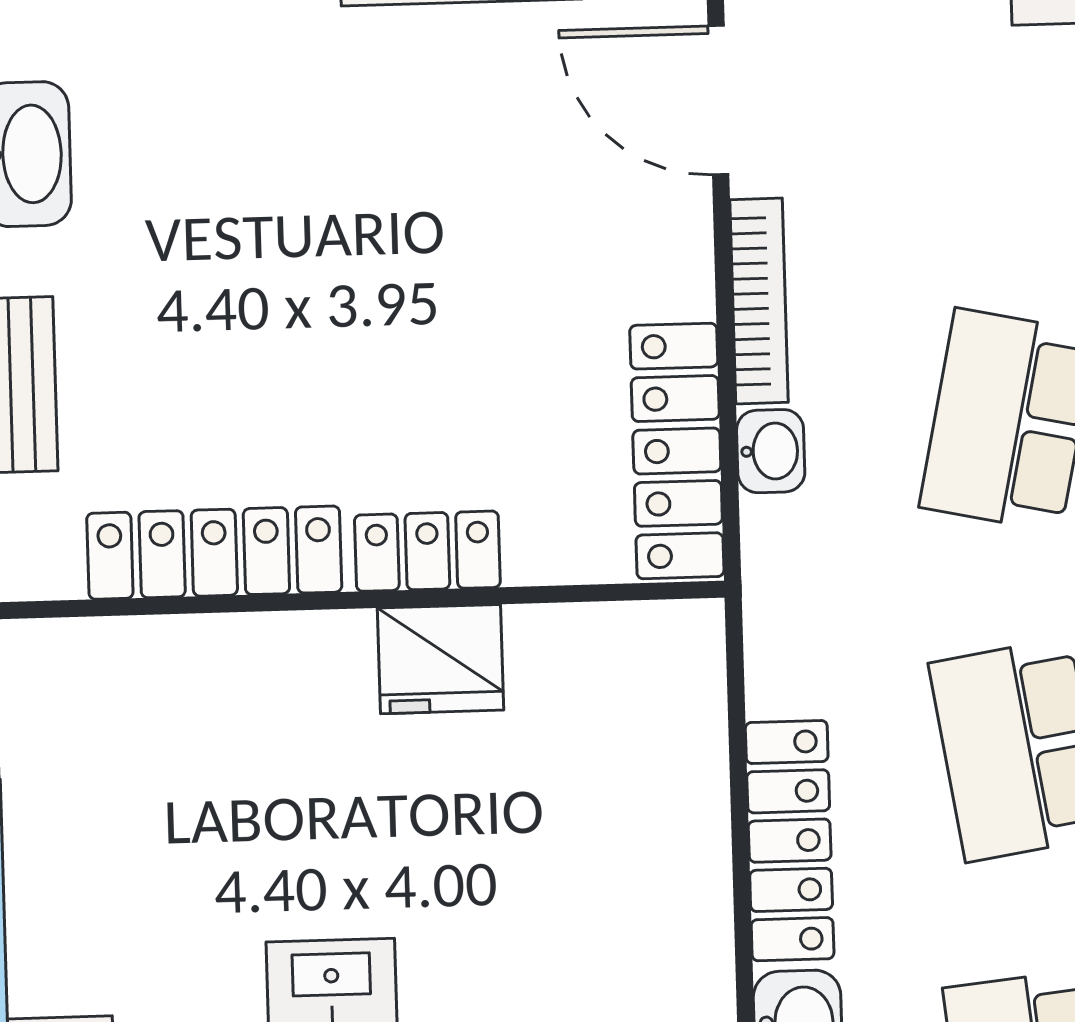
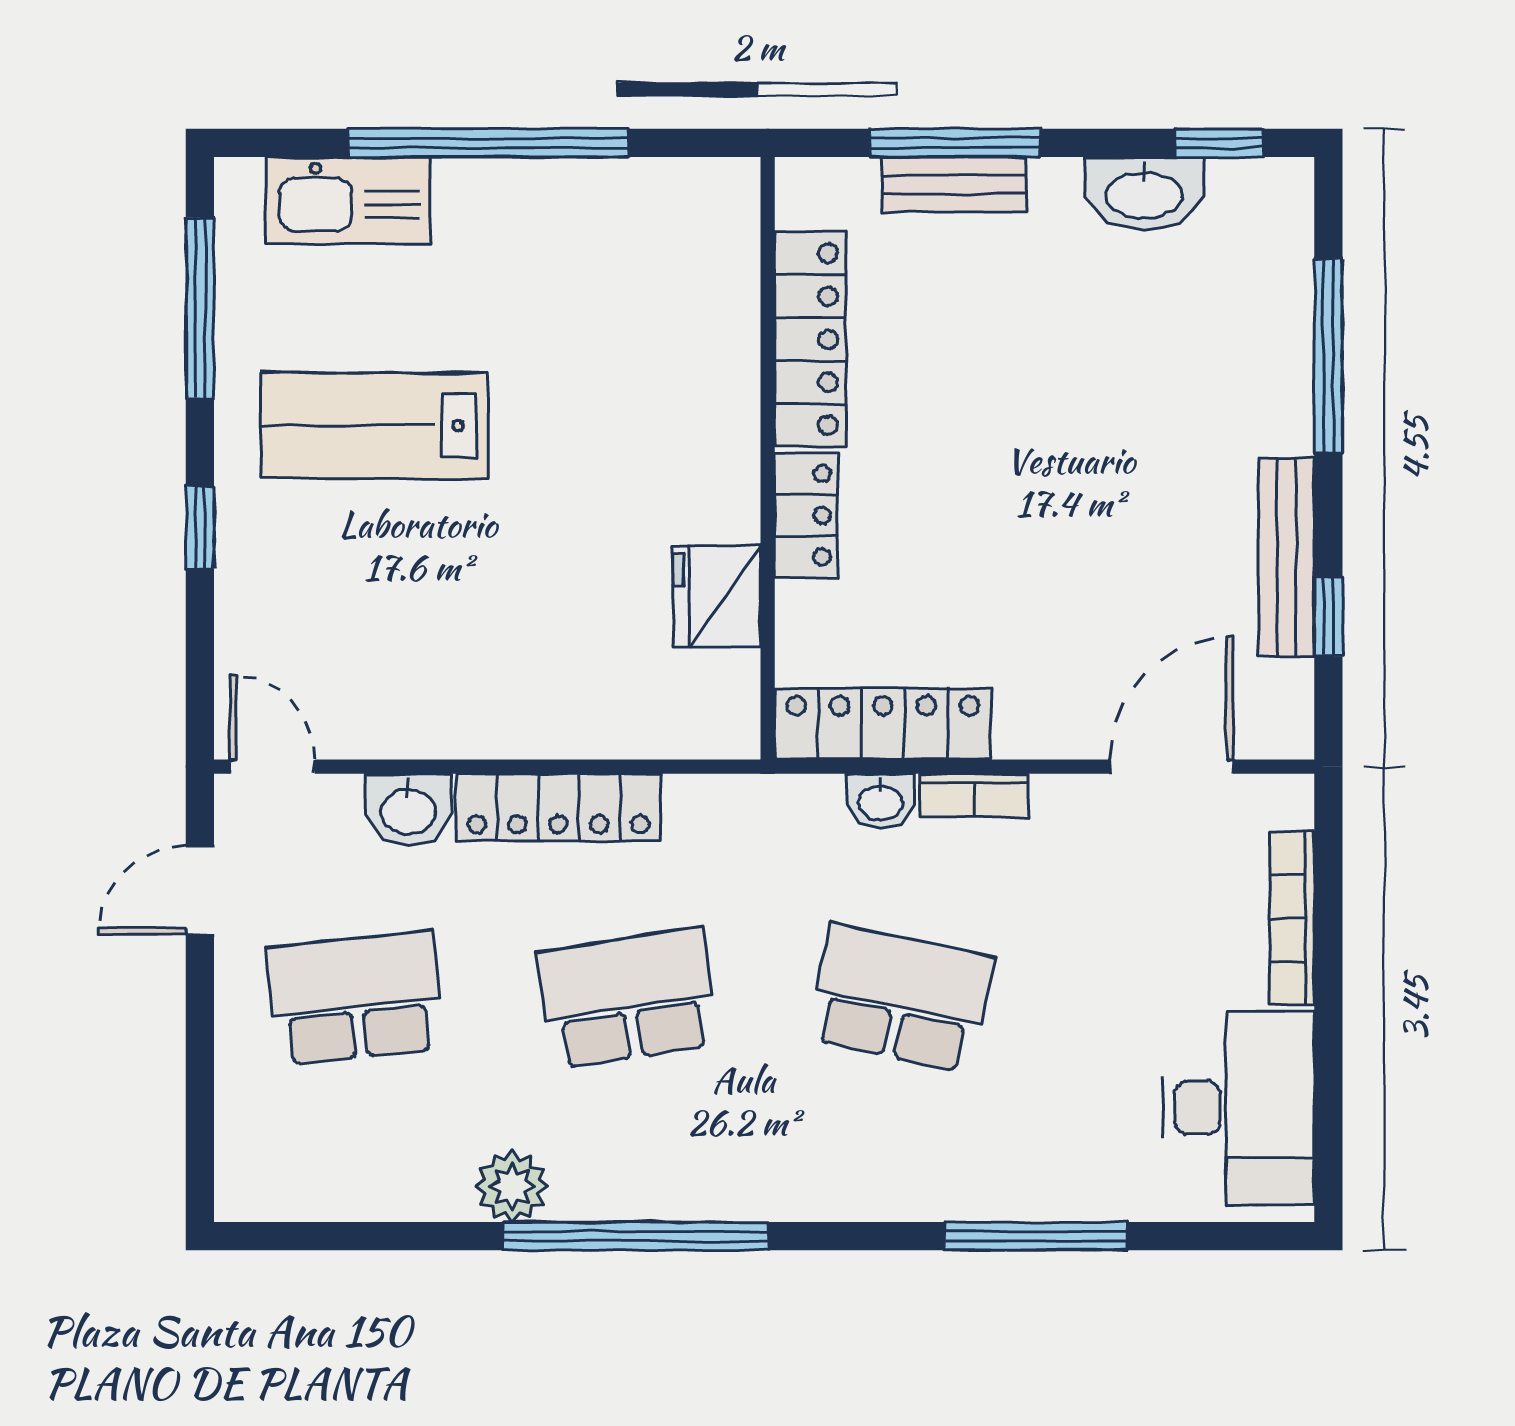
bookcase: (759, 301) -> (974, 795), width x0.64
fridge: (441, 659) -> (717, 596), moved

